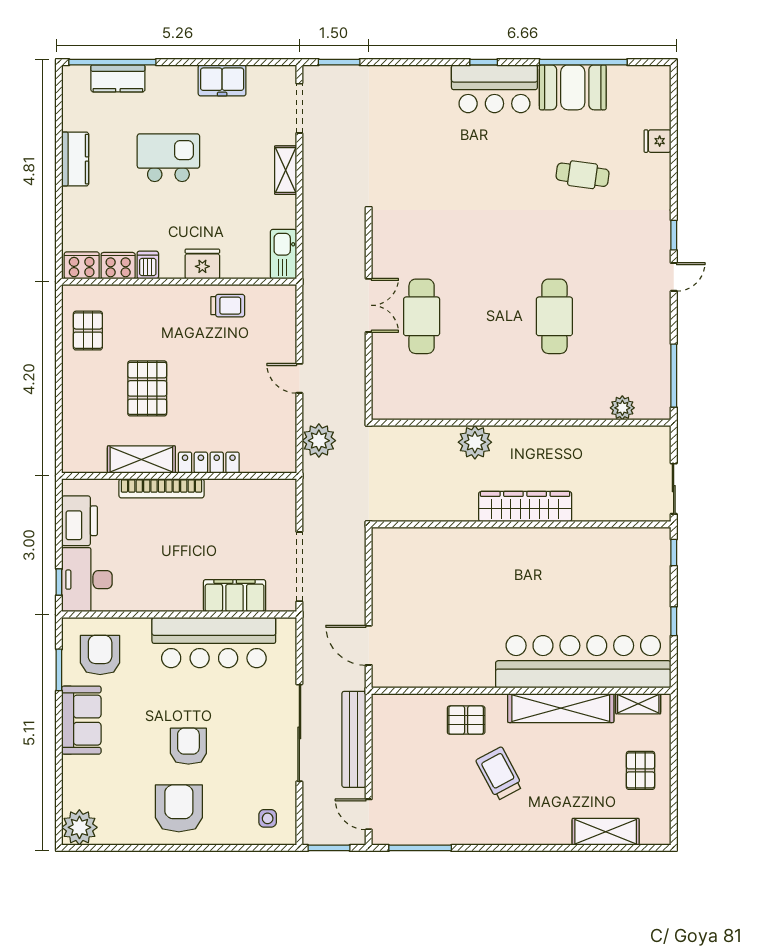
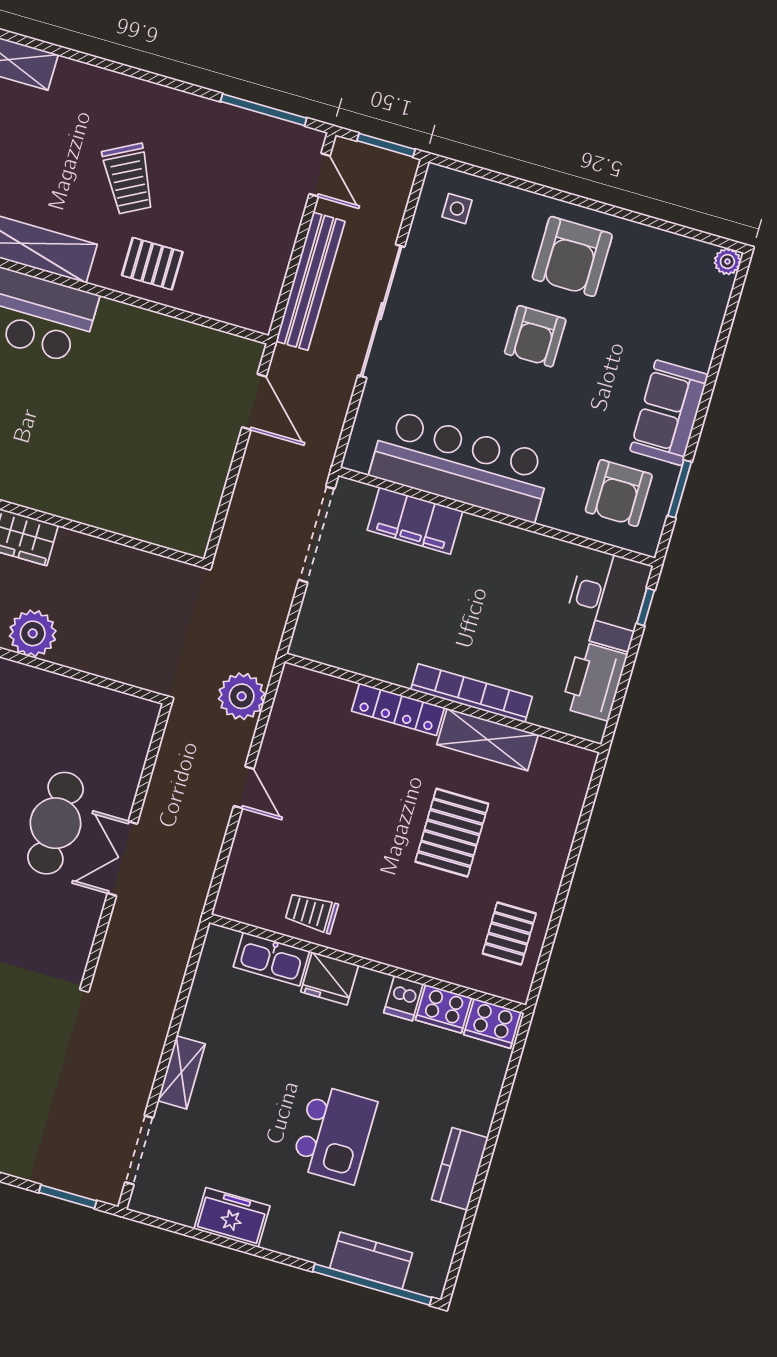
kitchen island: (168, 158) -> (334, 1134), turned -90
kitchen sink: (283, 254) -> (271, 959), moved, turned 90
plant: (79, 827) -> (727, 261), width x0.53, depth x0.53

